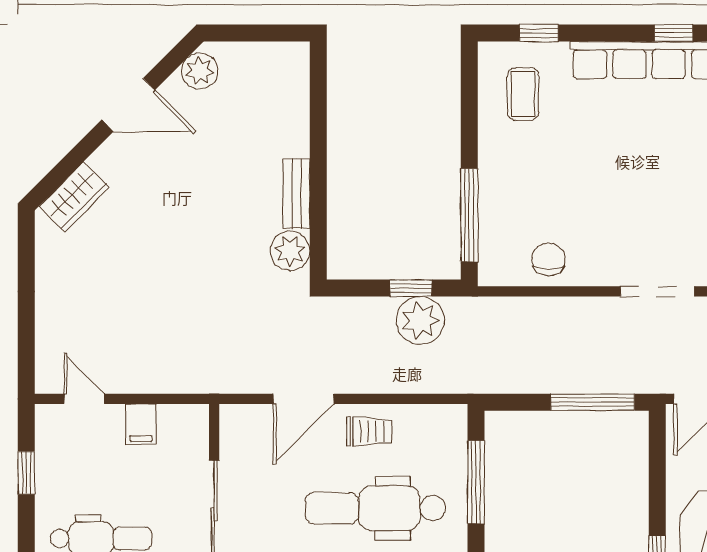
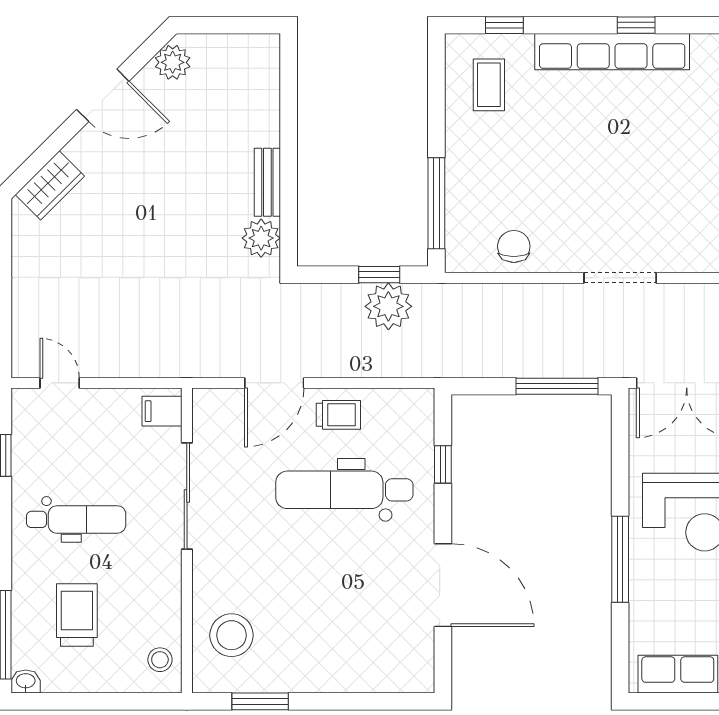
filing cabinet: (141, 424) -> (162, 411), moved, turned 90
window: (476, 482) -> (443, 464), width x0.46

